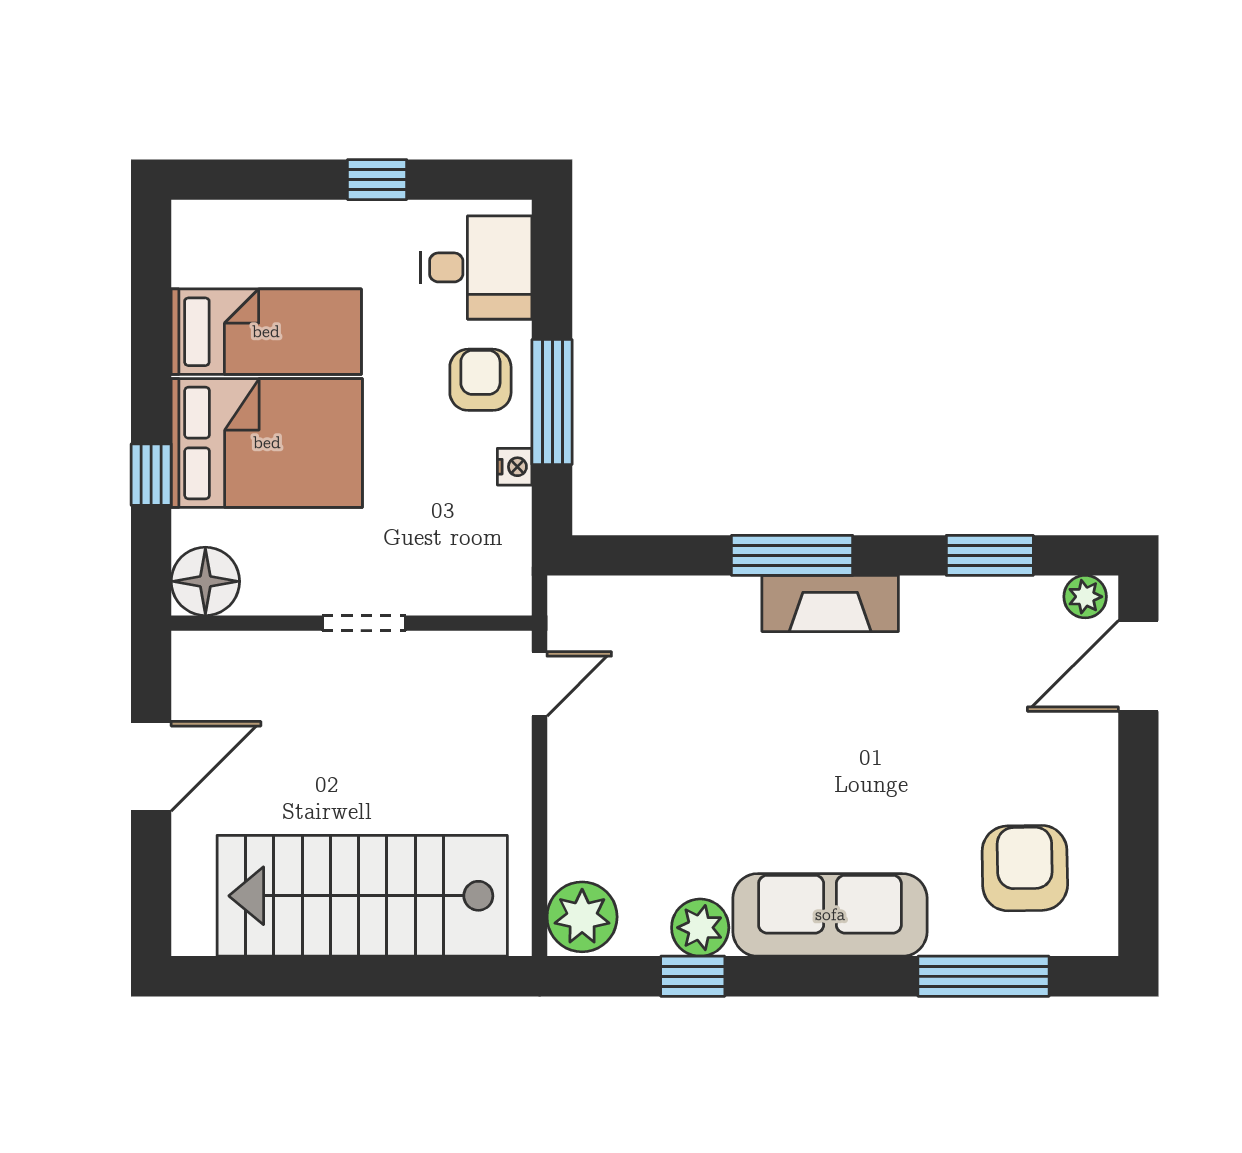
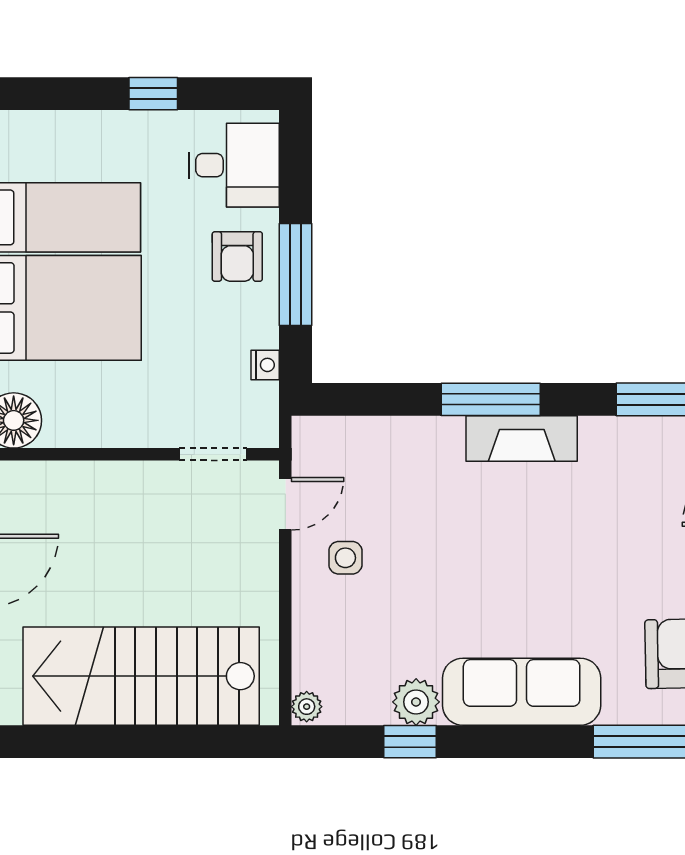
armchair: (480, 380) -> (237, 256), turned 180
nightstand: (515, 467) -> (265, 365), moved
doorway: (364, 623) -> (213, 454), moved
side table: (613, 750) -> (345, 558), added
plant: (582, 917) -> (307, 707), width x0.53, depth x0.53

